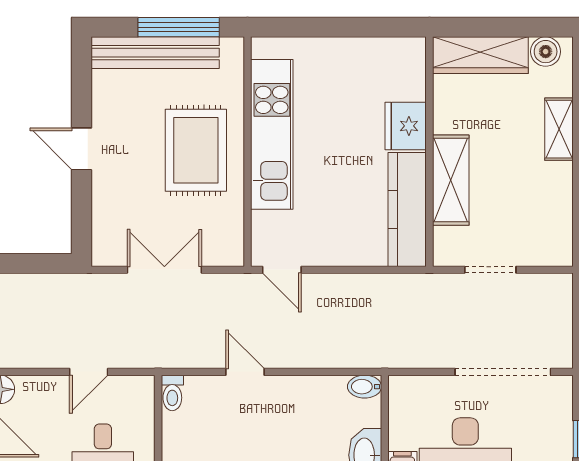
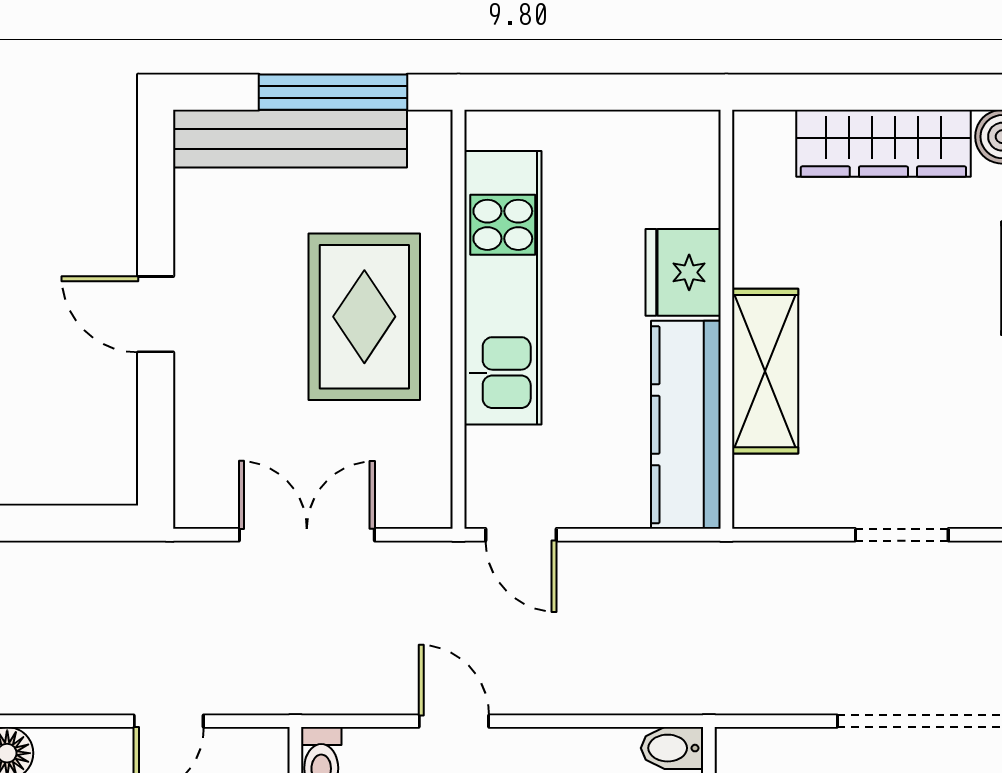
fridge: (406, 126) -> (683, 272), moved
wall: (429, 152) -> (726, 319), moved
shelving: (451, 180) -> (765, 371), moved
kitchen counter: (407, 209) -> (686, 425), moved

